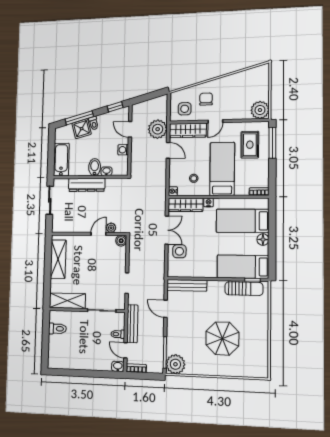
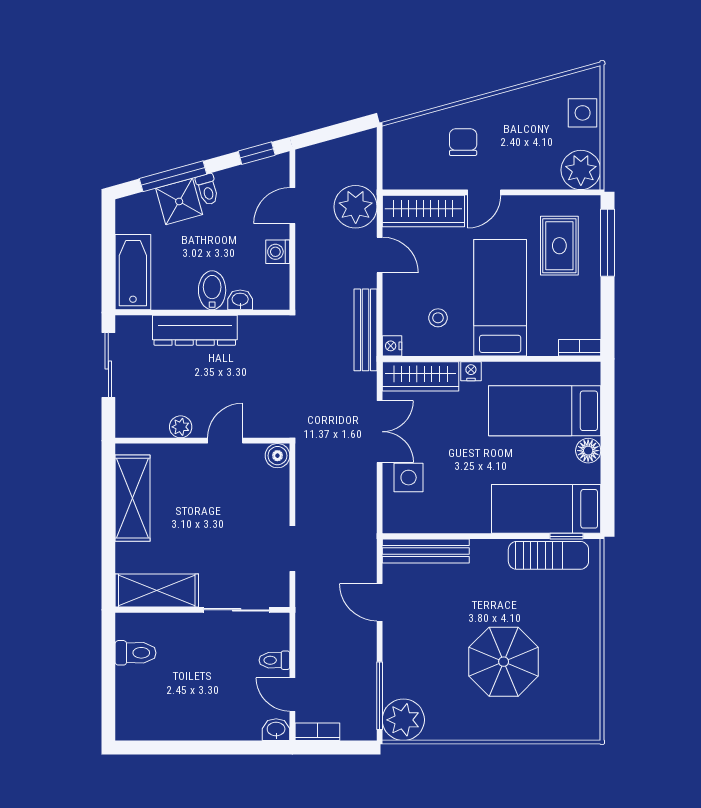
side table: (185, 109) -> (583, 113), moved
door: (130, 129) -> (292, 206), hinge flipped
plant: (111, 228) -> (181, 427), moved
bench: (132, 324) -> (365, 330), moved

